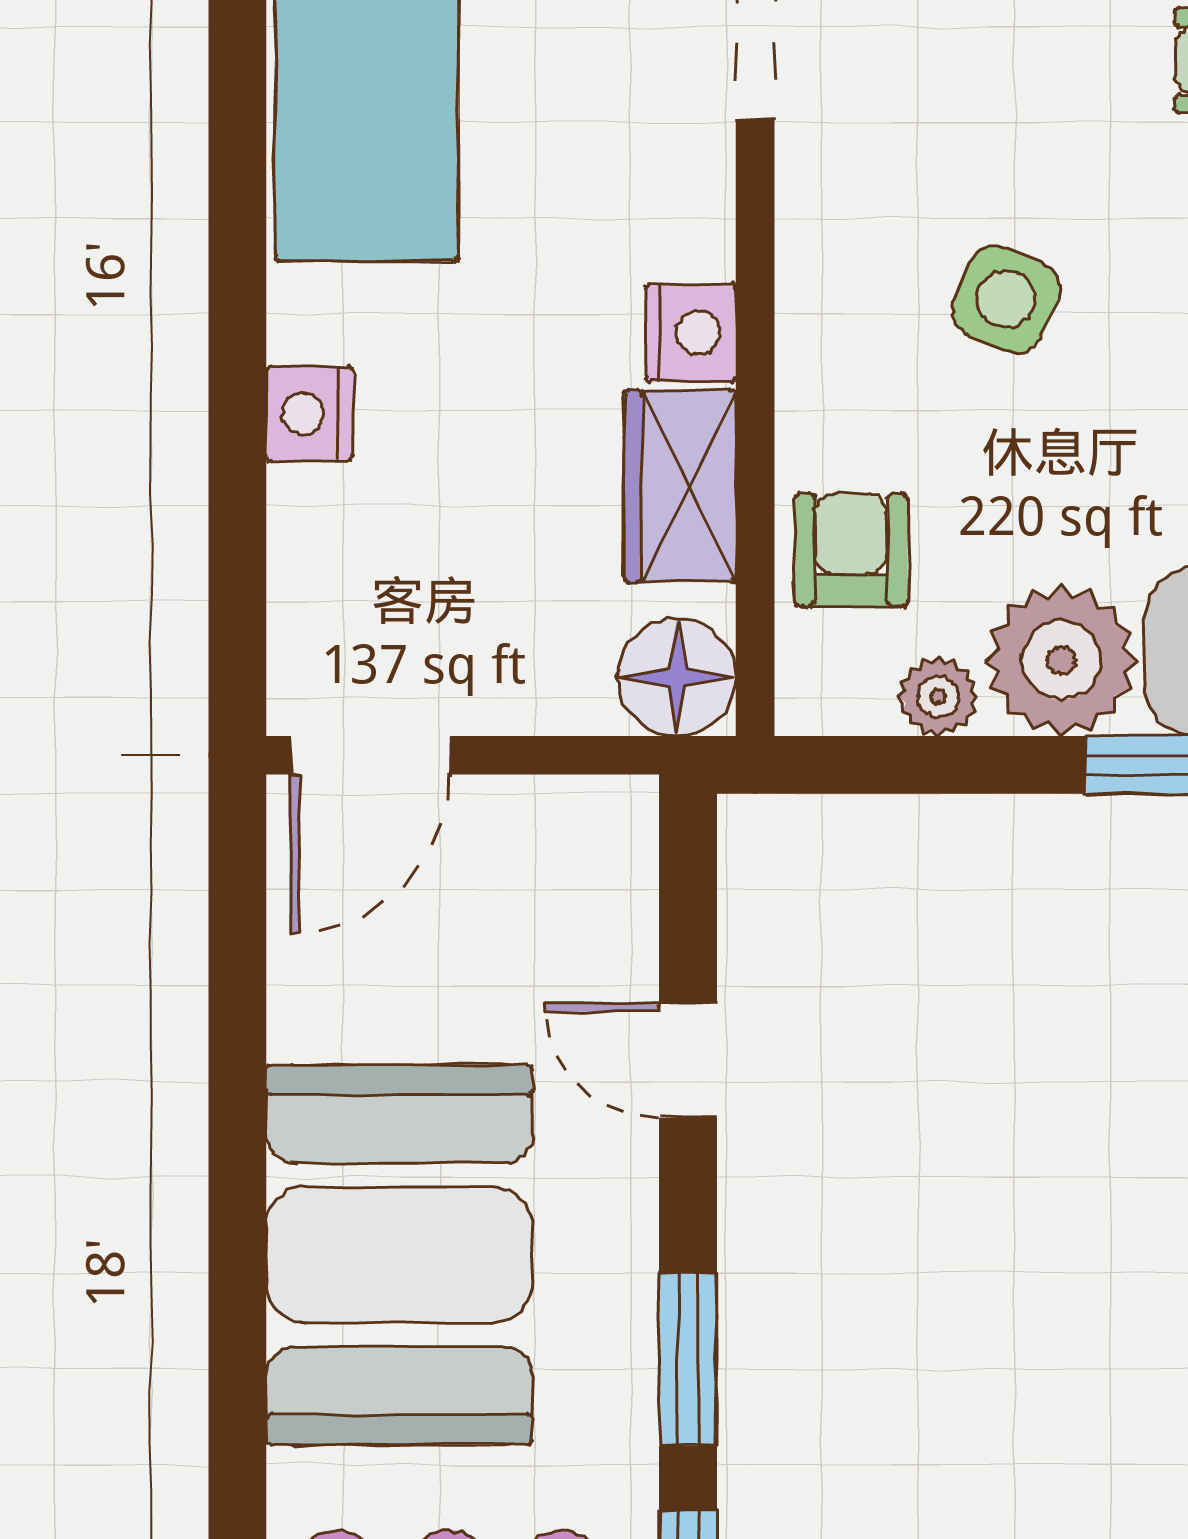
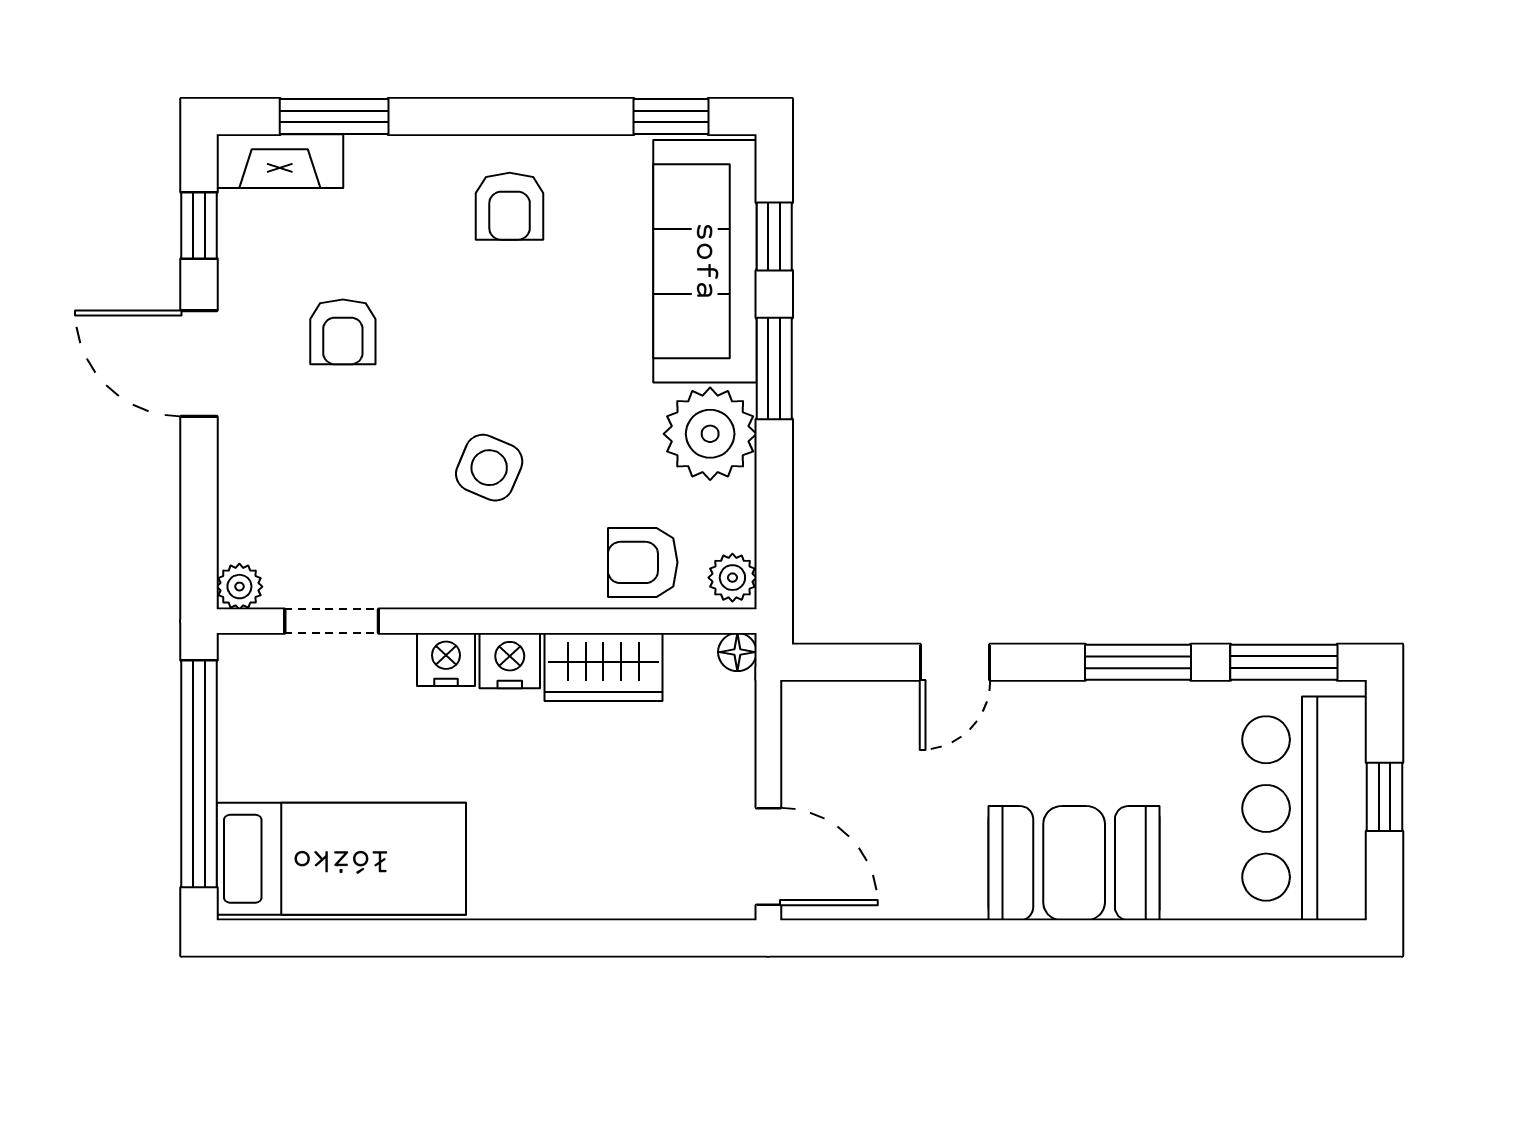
nightstand: (310, 414) -> (446, 659), moved, turned 180
floor lamp: (677, 677) -> (737, 652), width x0.53, depth x0.53
plant: (938, 697) -> (732, 578), moved
booth: (399, 1255) -> (1074, 863), width x0.73, depth x0.70

